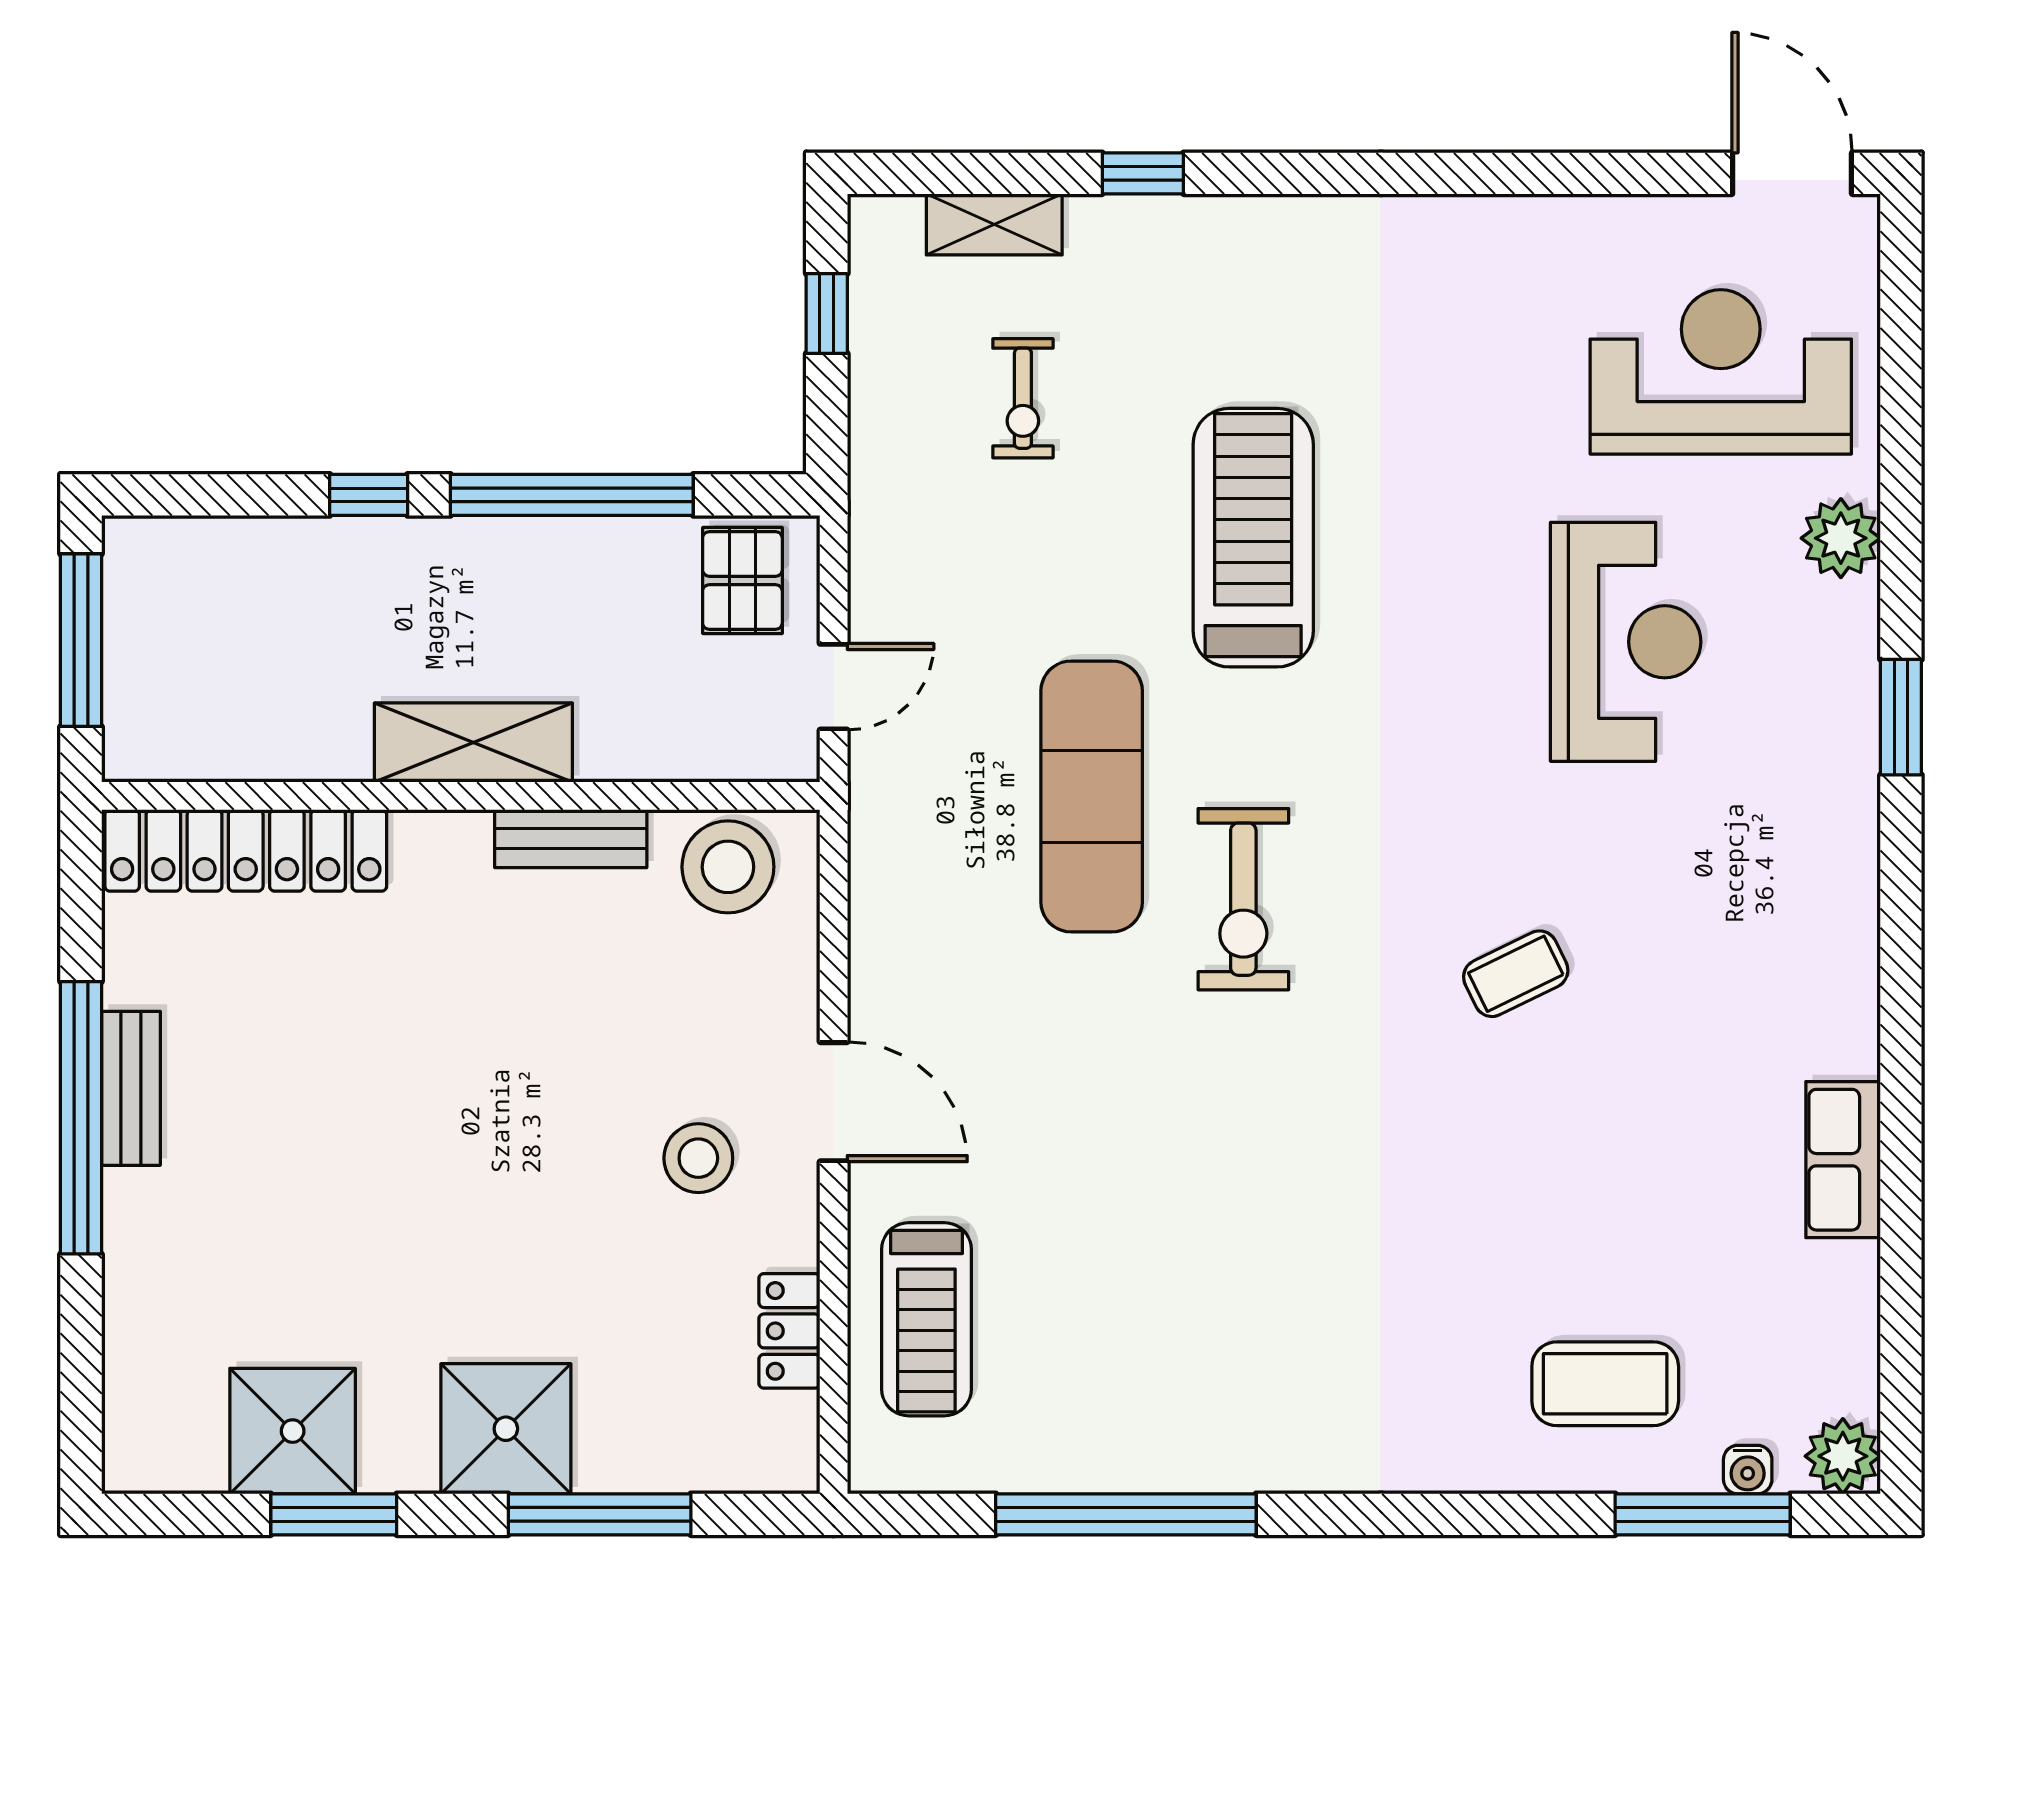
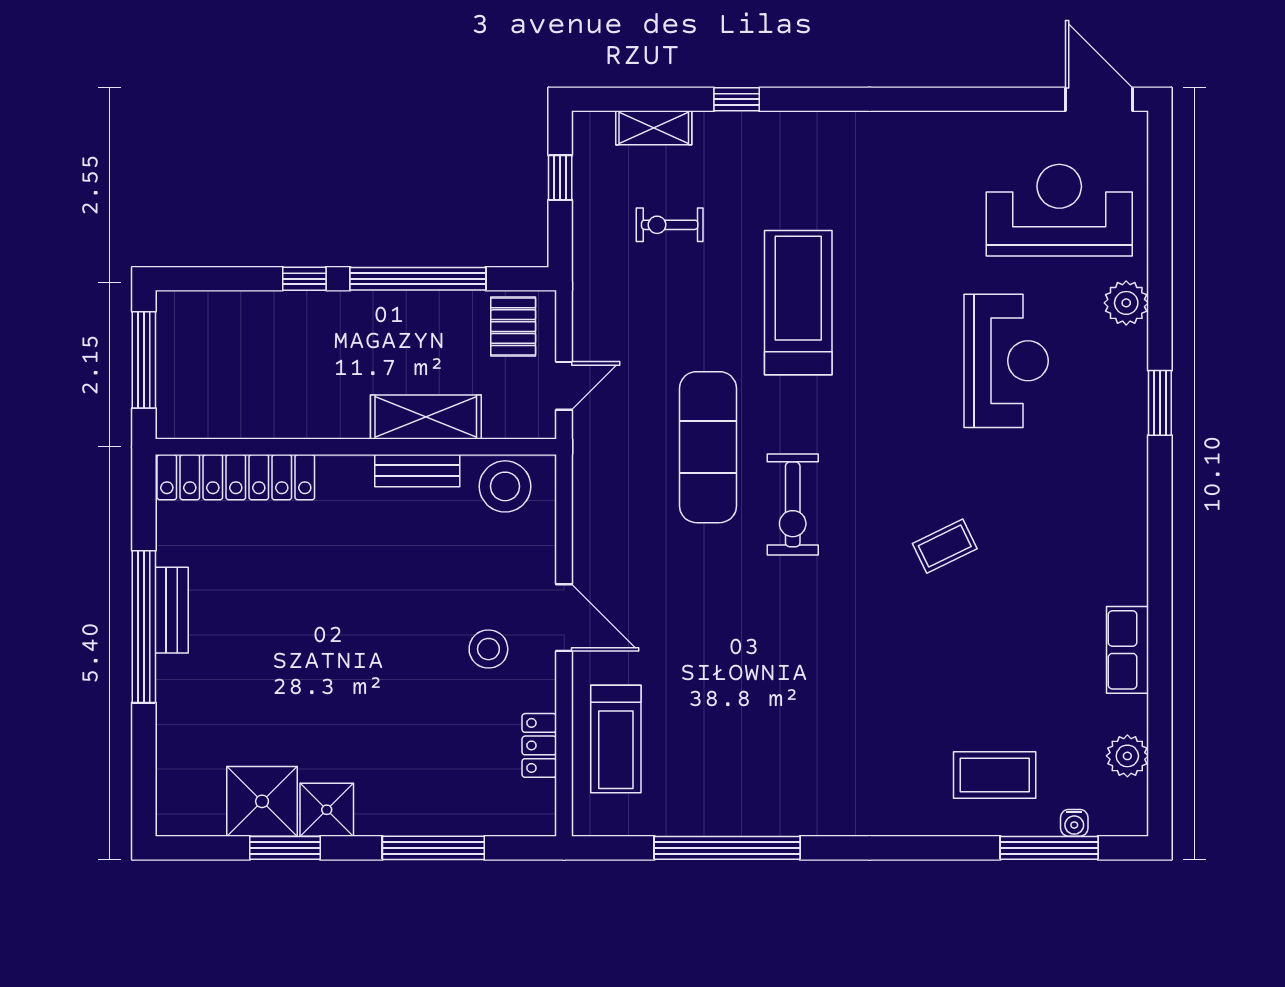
exercise bike: (1023, 398) -> (670, 225), turned 90
shelving: (473, 743) -> (426, 417), moved
shower: (506, 1429) -> (327, 810), moved, width x0.73, depth x0.73
plant: (1843, 1456) -> (1127, 756), moved

